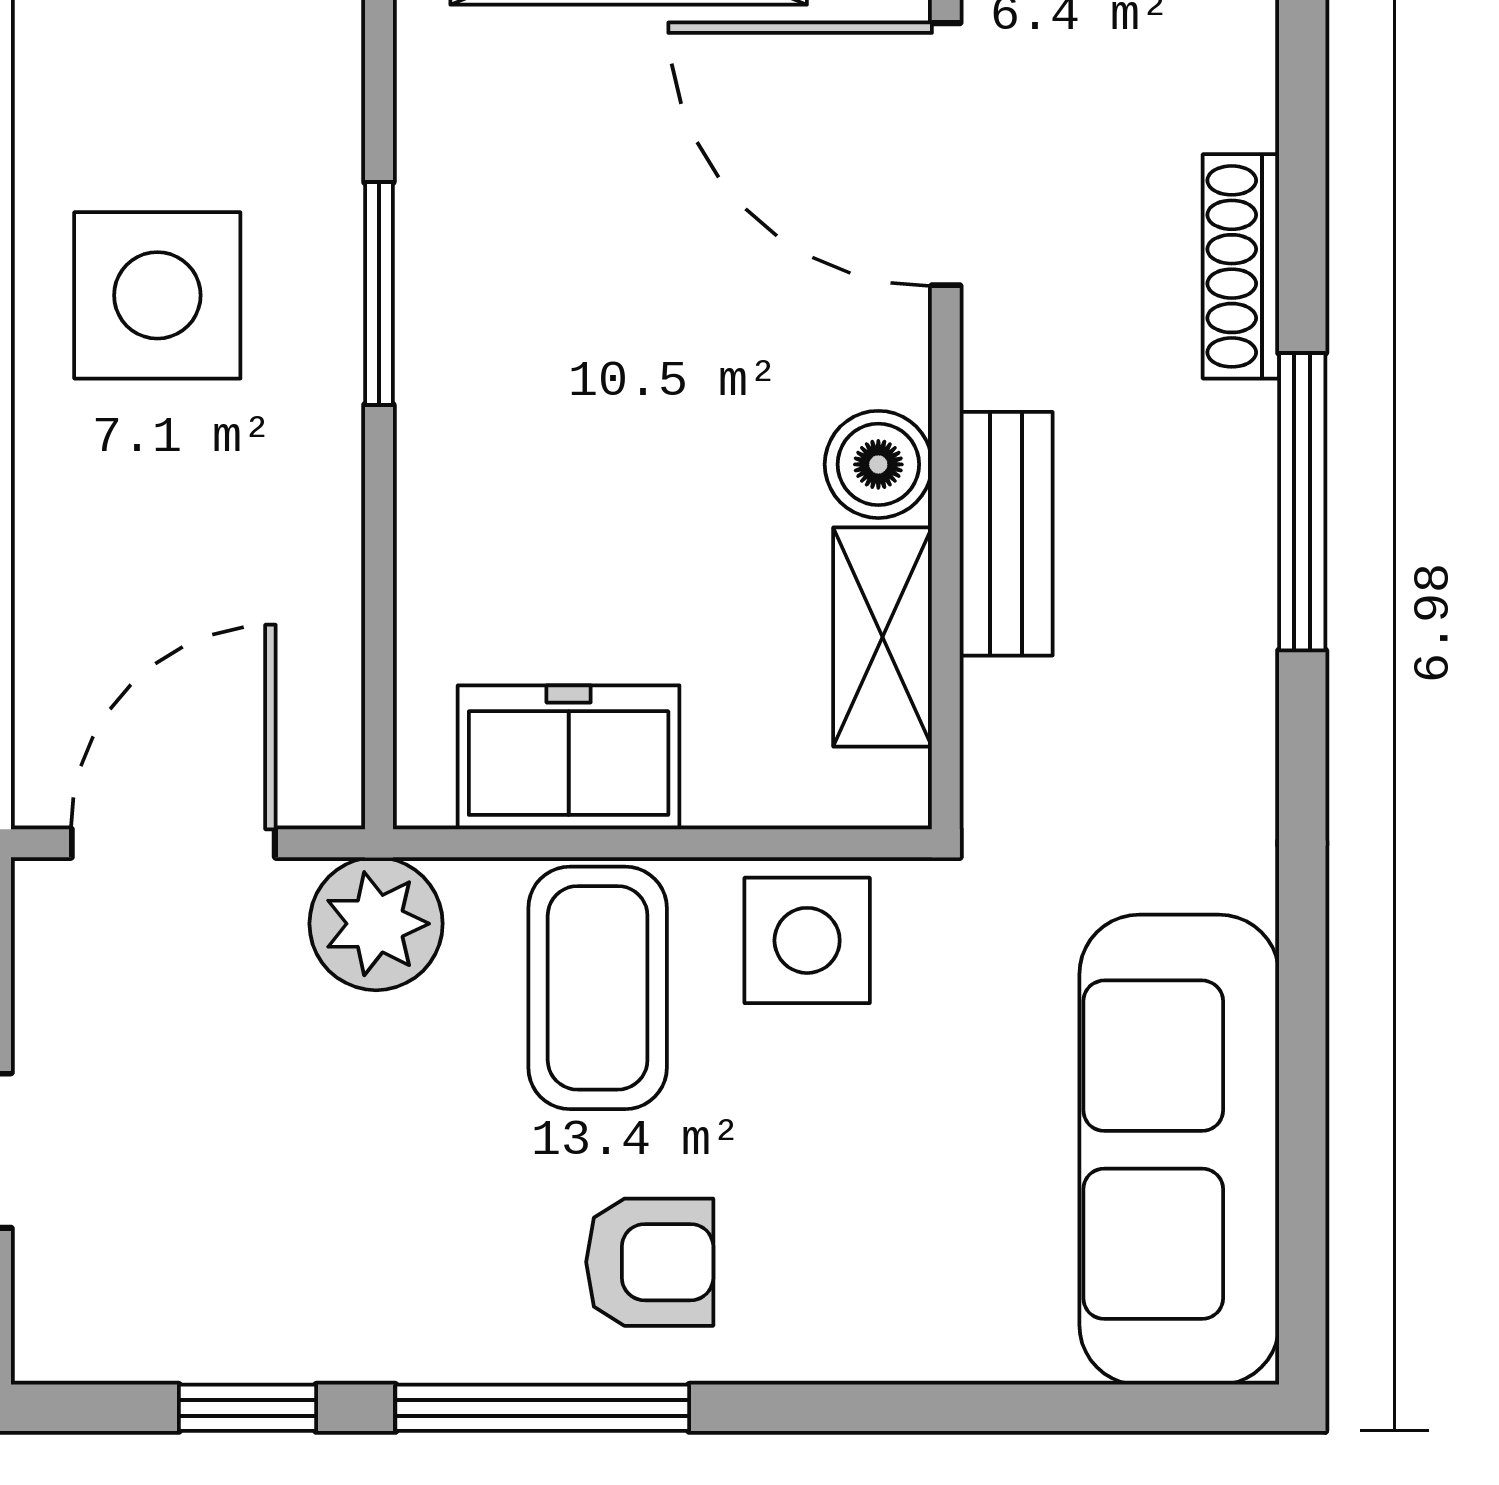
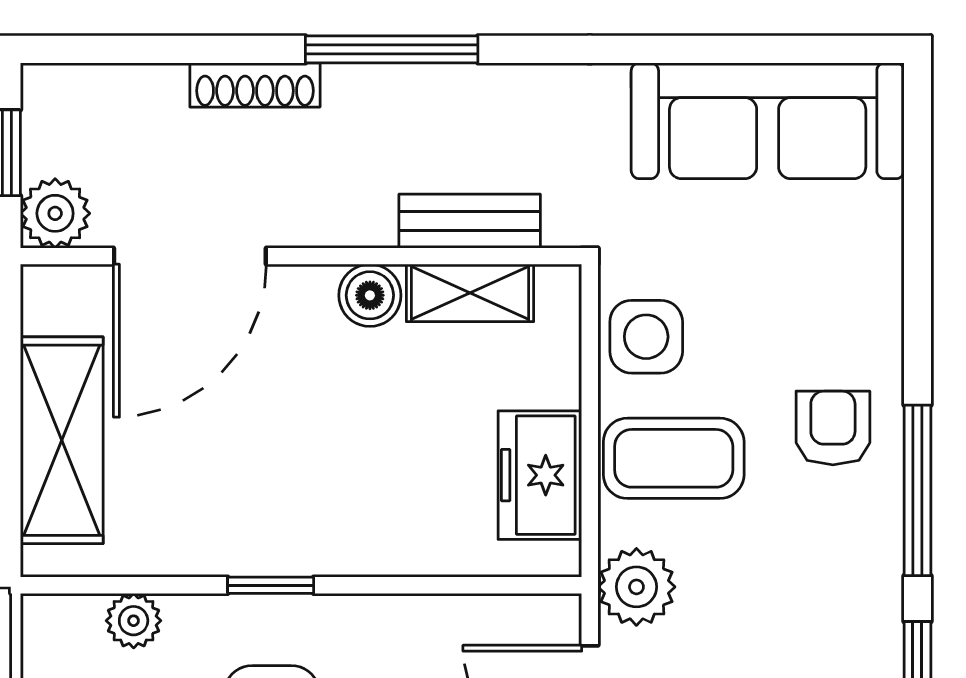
plant: (318, 57) -> (134, 621), added
window: (379, 293) -> (271, 585), width x0.67
bench: (1006, 534) -> (470, 221), moved

